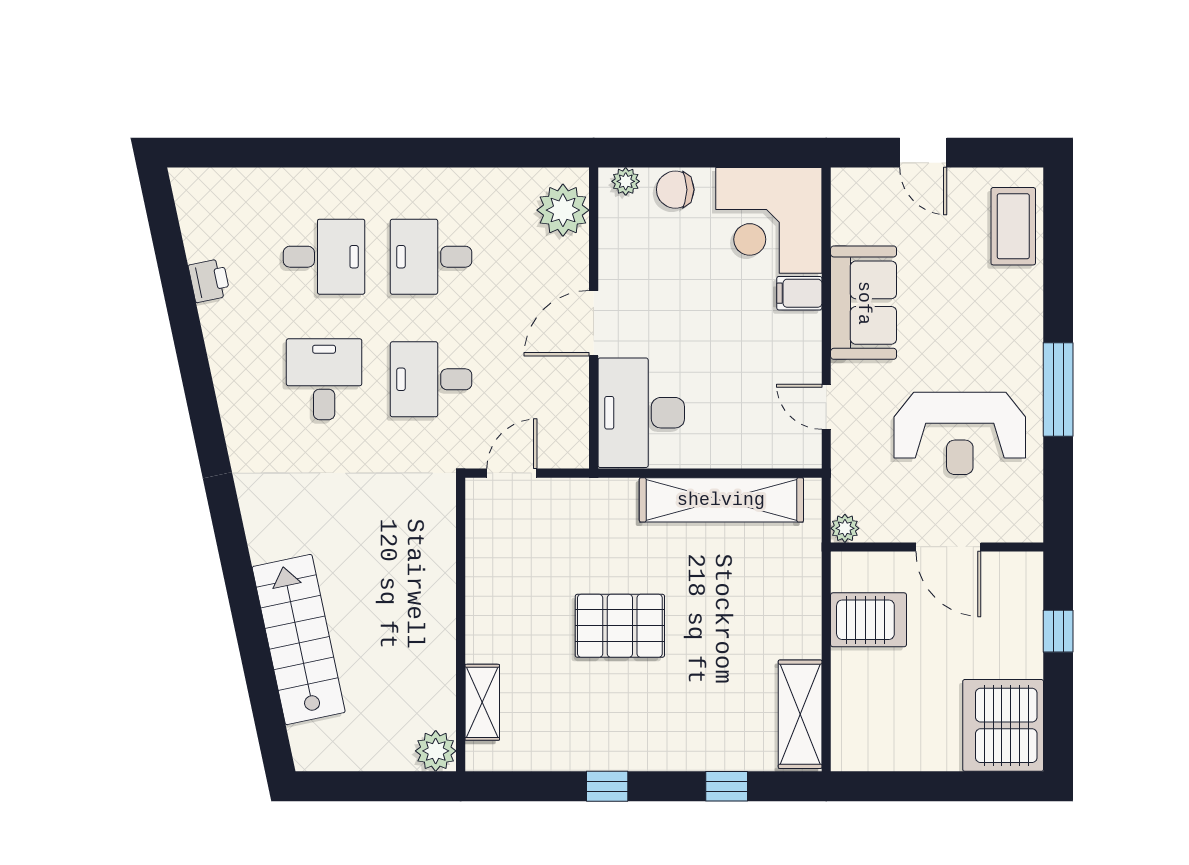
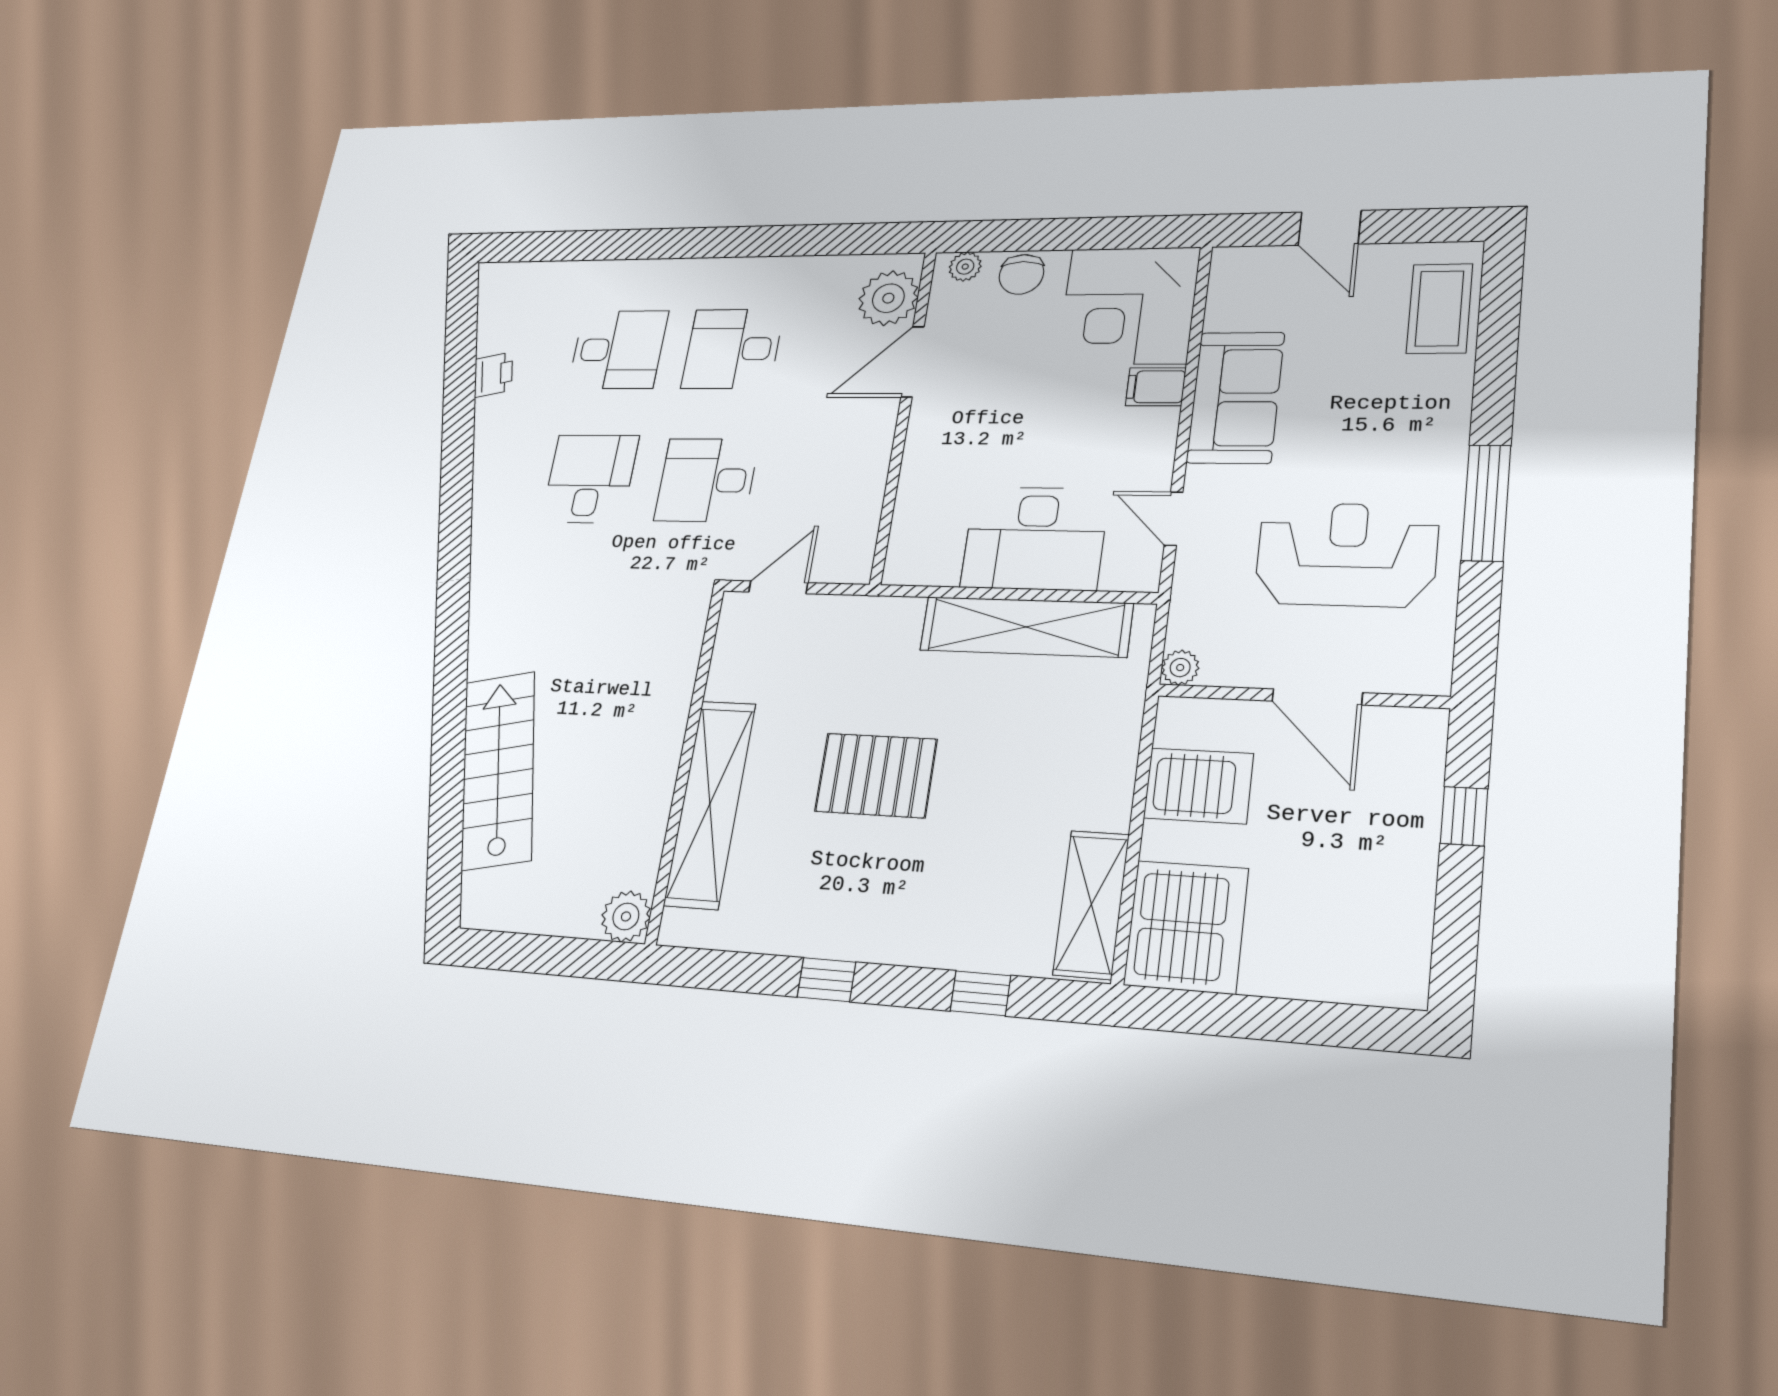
chair: (675, 190) -> (1021, 274), turned -90
door: (594, 323) -> (913, 362), moved
desk: (641, 413) -> (1035, 538), moved, turned -90
reception desk: (960, 433) -> (1346, 554), turned 180
shelving: (482, 702) -> (710, 804), width x2.20, depth x1.33
server rack: (1003, 725) -> (1186, 927), moved, turned 180

